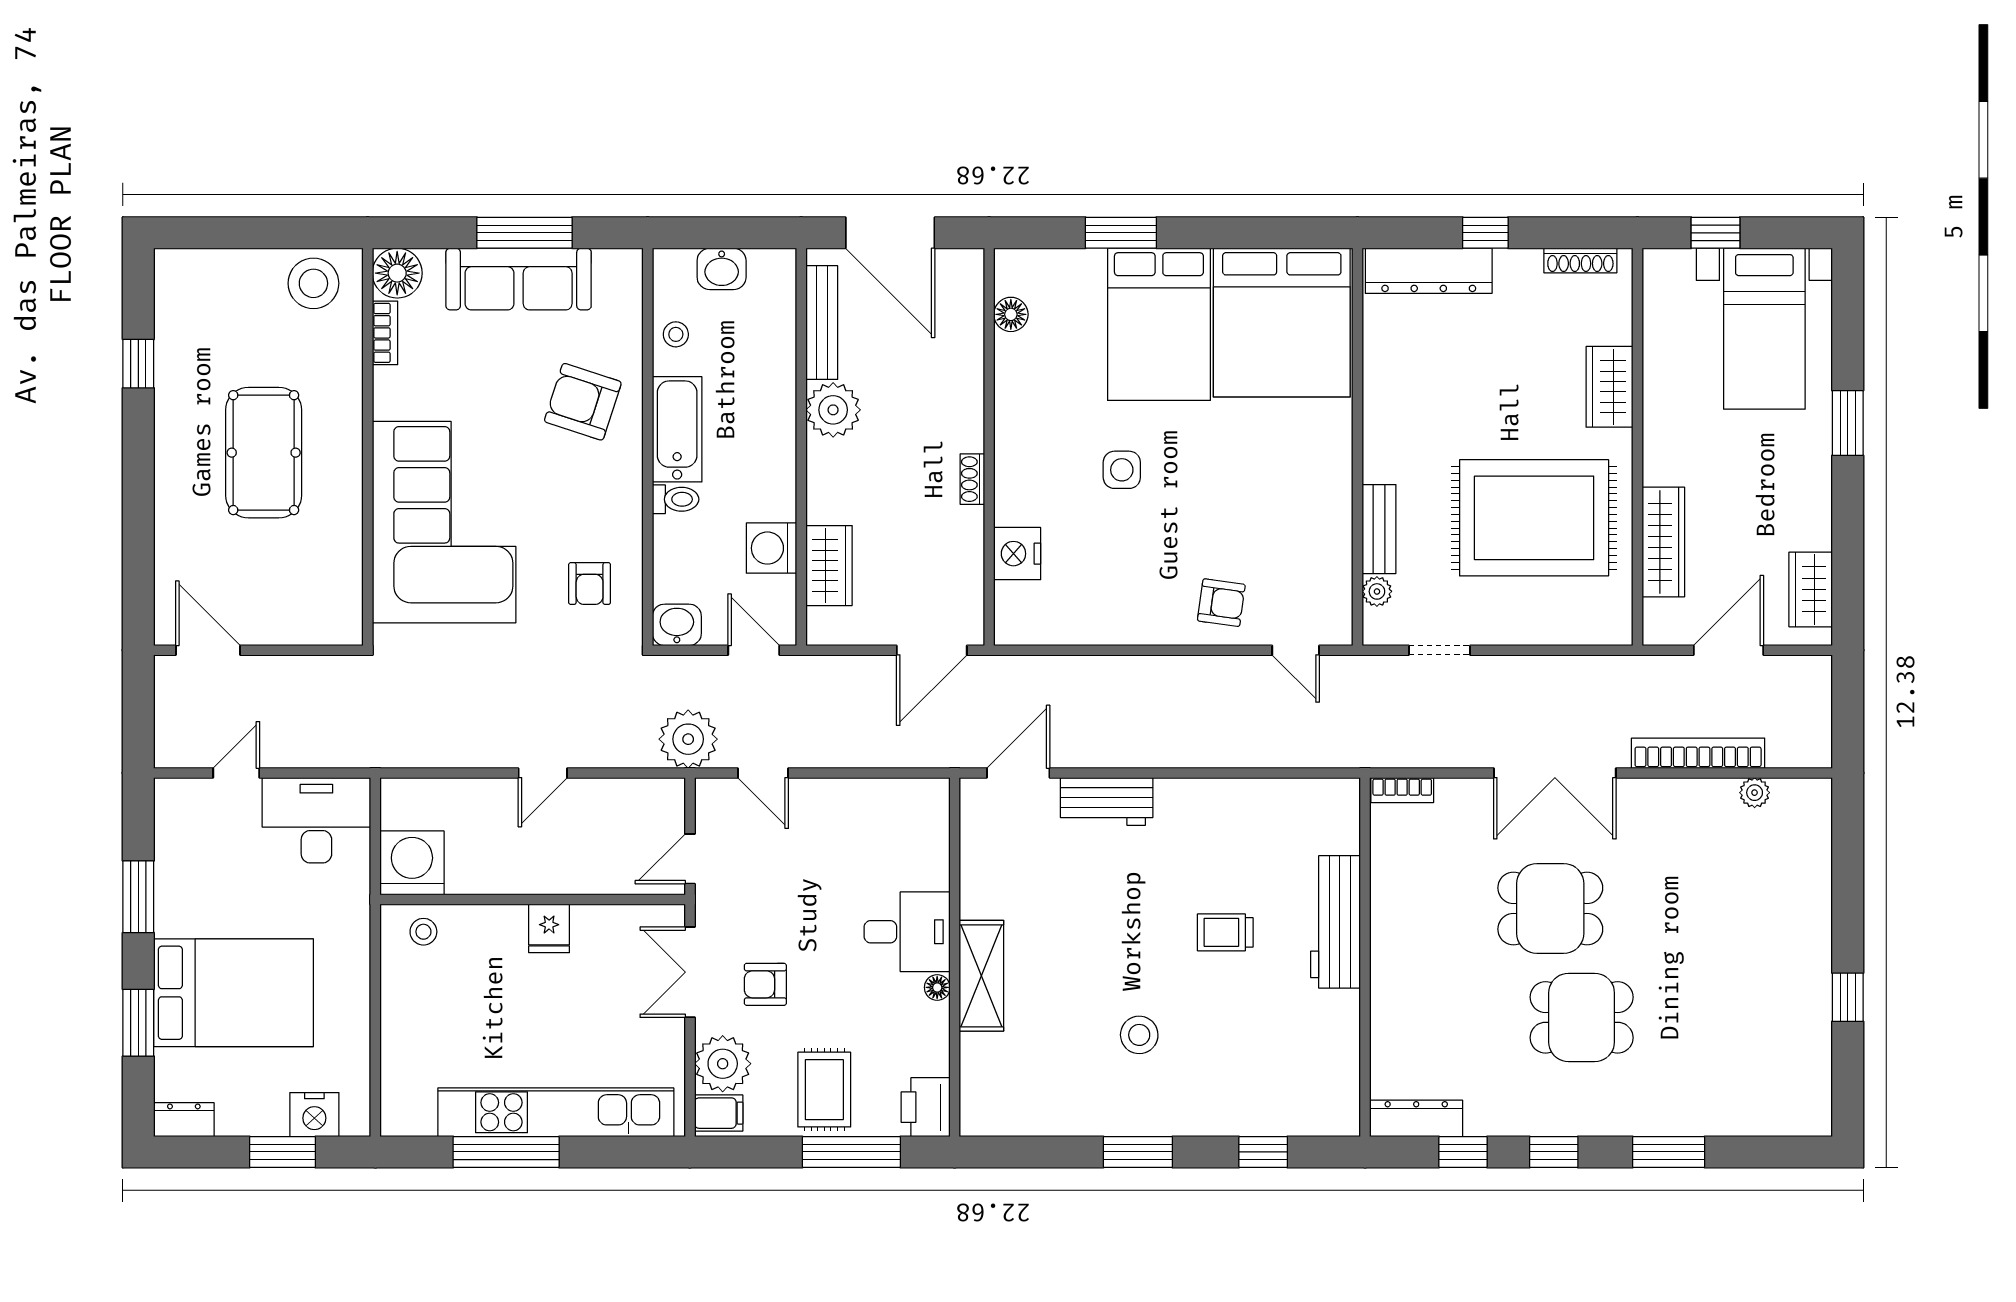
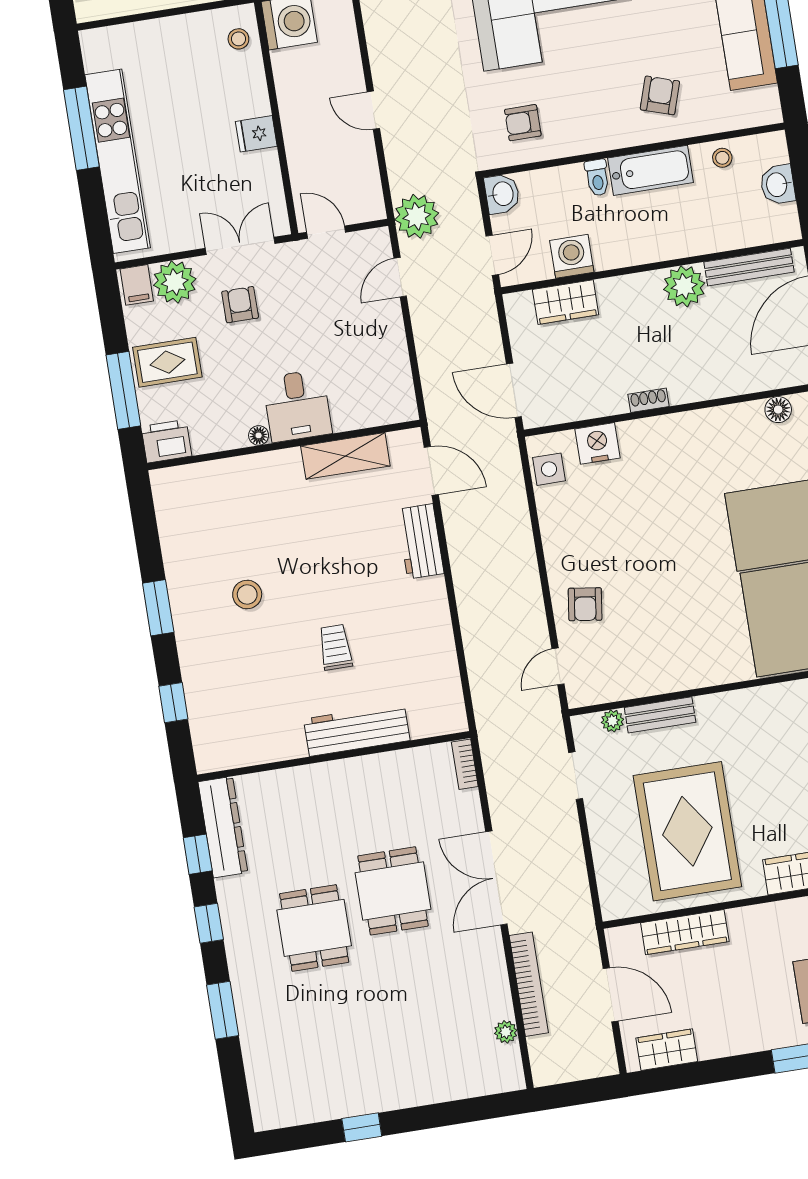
armchair: (583, 402) -> (660, 95), width x0.72, depth x0.72
side table: (1122, 470) -> (549, 469), moved
shelving: (981, 976) -> (345, 456), moved
dresser: (1416, 1118) -> (223, 827), width x1.37, depth x1.24

